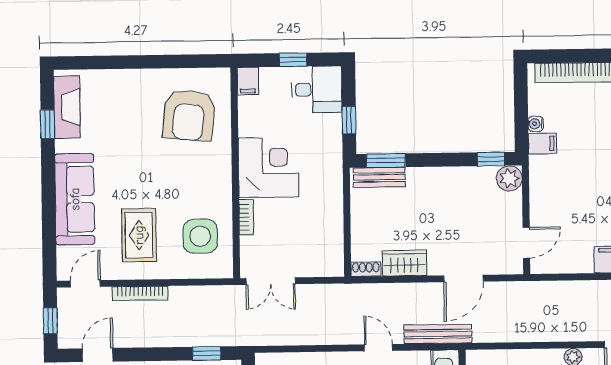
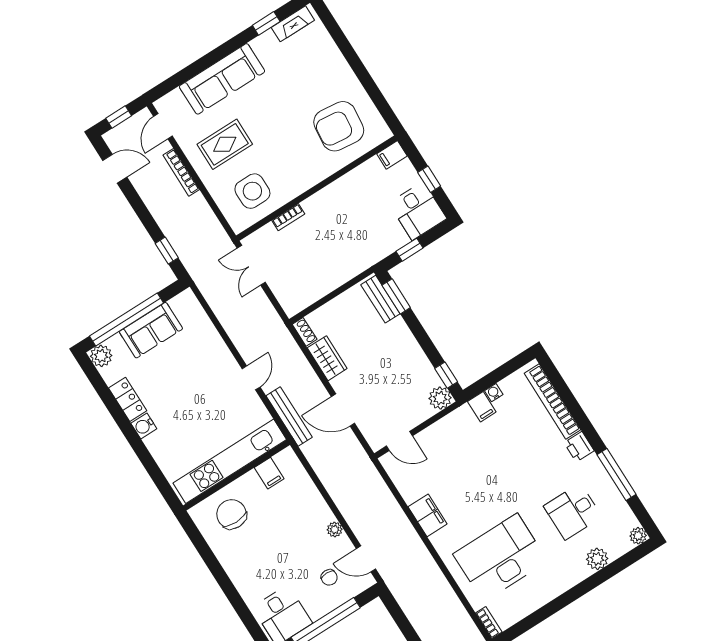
fireplace: (67, 107) -> (293, 24), width x0.73, depth x0.76
corner desk: (268, 168) -> (336, 211), removed
door: (85, 284) -> (163, 126), swing flipped

